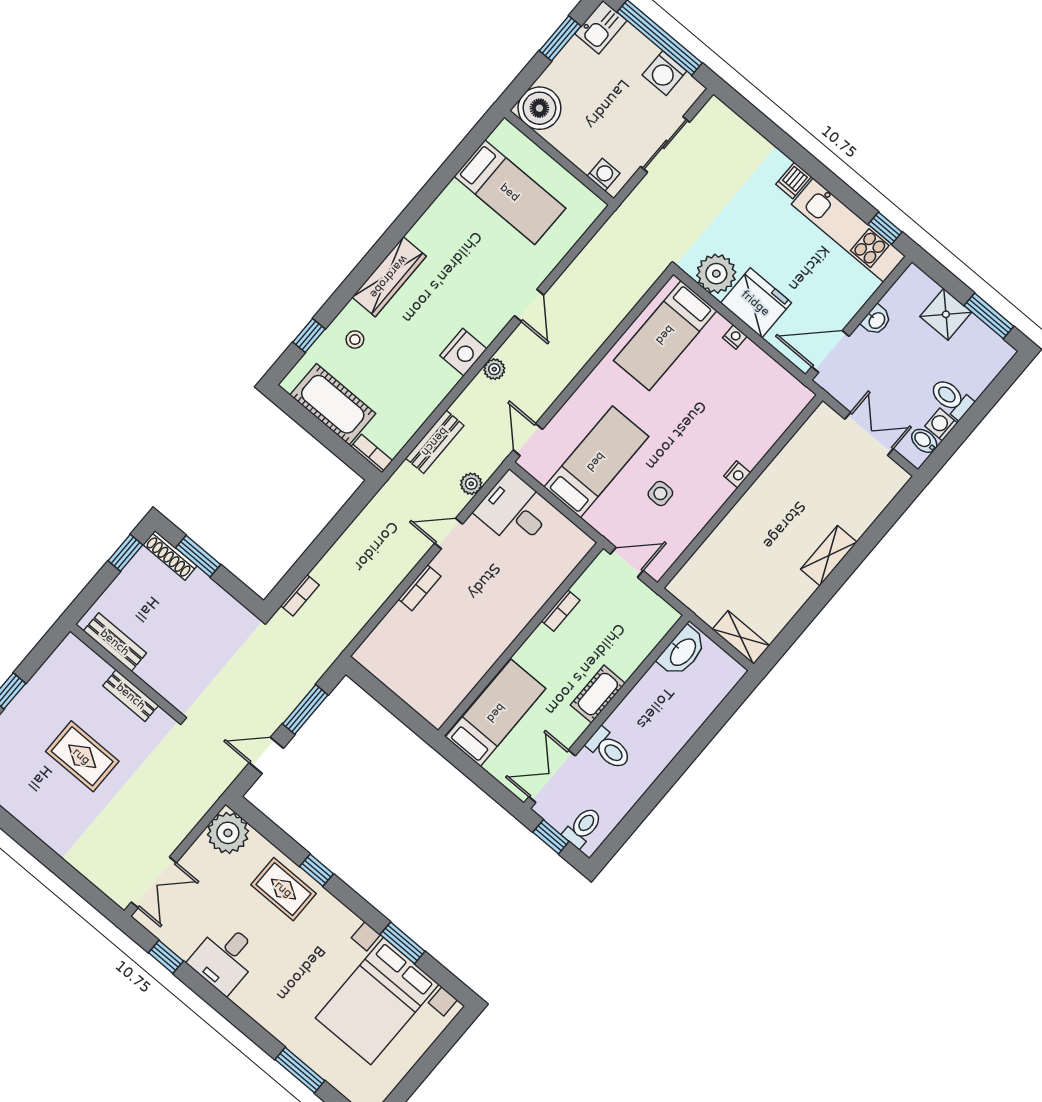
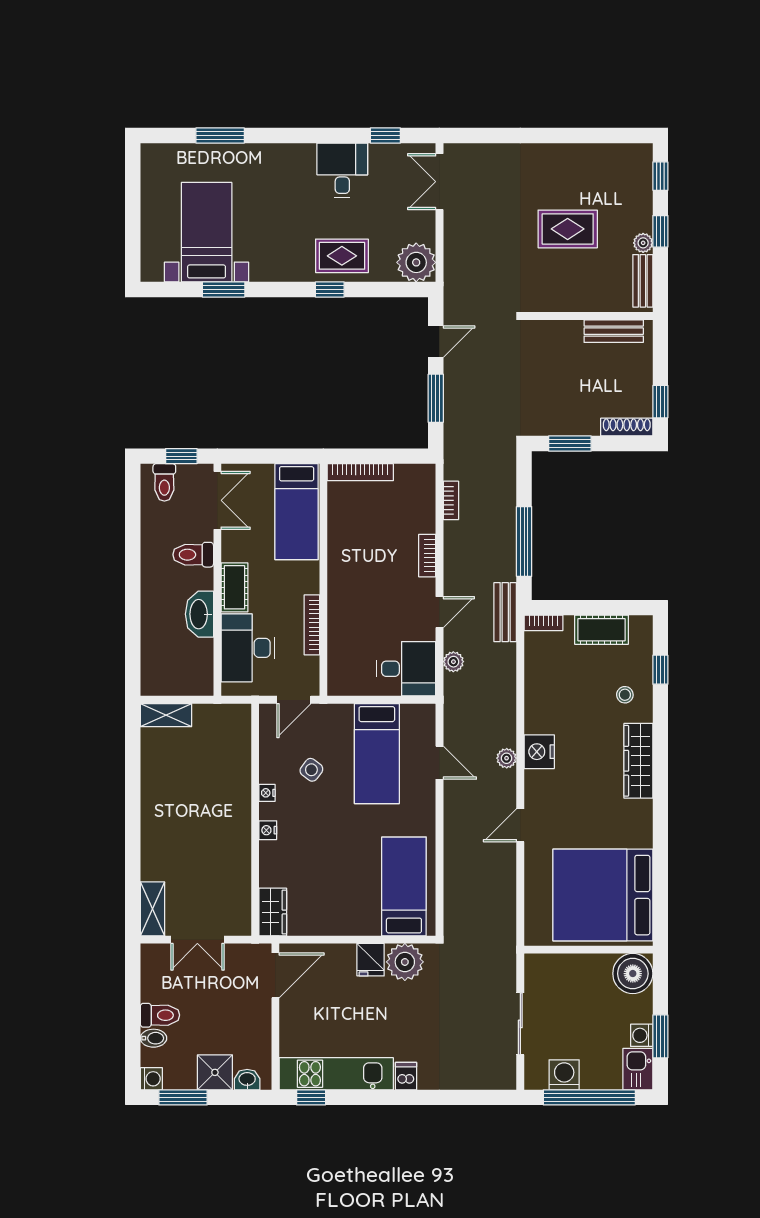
washing machine: (604, 175) -> (642, 1035), moved, turned 90
bed: (510, 192) -> (603, 895), width x2.04
fridge: (756, 303) -> (371, 960), width x0.53, depth x0.75
door: (529, 305) -> (520, 825), hinge flipped
washbasin: (876, 320) -> (247, 1080), moved, turned 90
nightstand: (735, 337) -> (267, 793), moved, turned 90
cot: (333, 404) -> (601, 630), width x0.73, depth x0.75
wardrobe: (789, 405) -> (273, 912), added
washing machine: (941, 424) -> (151, 1079), moved
door: (528, 440) -> (439, 763), moved
bidet: (924, 441) -> (153, 1038), moved
bench: (435, 442) -> (505, 612), moved
side table: (660, 493) -> (311, 770), turned 37
window: (332, 533) -> (524, 542), added
window: (198, 556) -> (570, 443), moved
shelving: (829, 556) -> (152, 909), moved
bookcase: (300, 595) -> (451, 500), moved, turned 180
bookcase: (561, 611) -> (312, 625), width x1.56
desk: (628, 636) -> (248, 648), added
washbasin: (682, 652) -> (199, 614), moved
plant: (31, 693) -> (643, 243), added
bench: (131, 696) -> (643, 281), moved, turned 90
bookcase: (417, 701) -> (360, 472), added
bed with nightstands: (377, 1001) -> (207, 232), width x0.73

